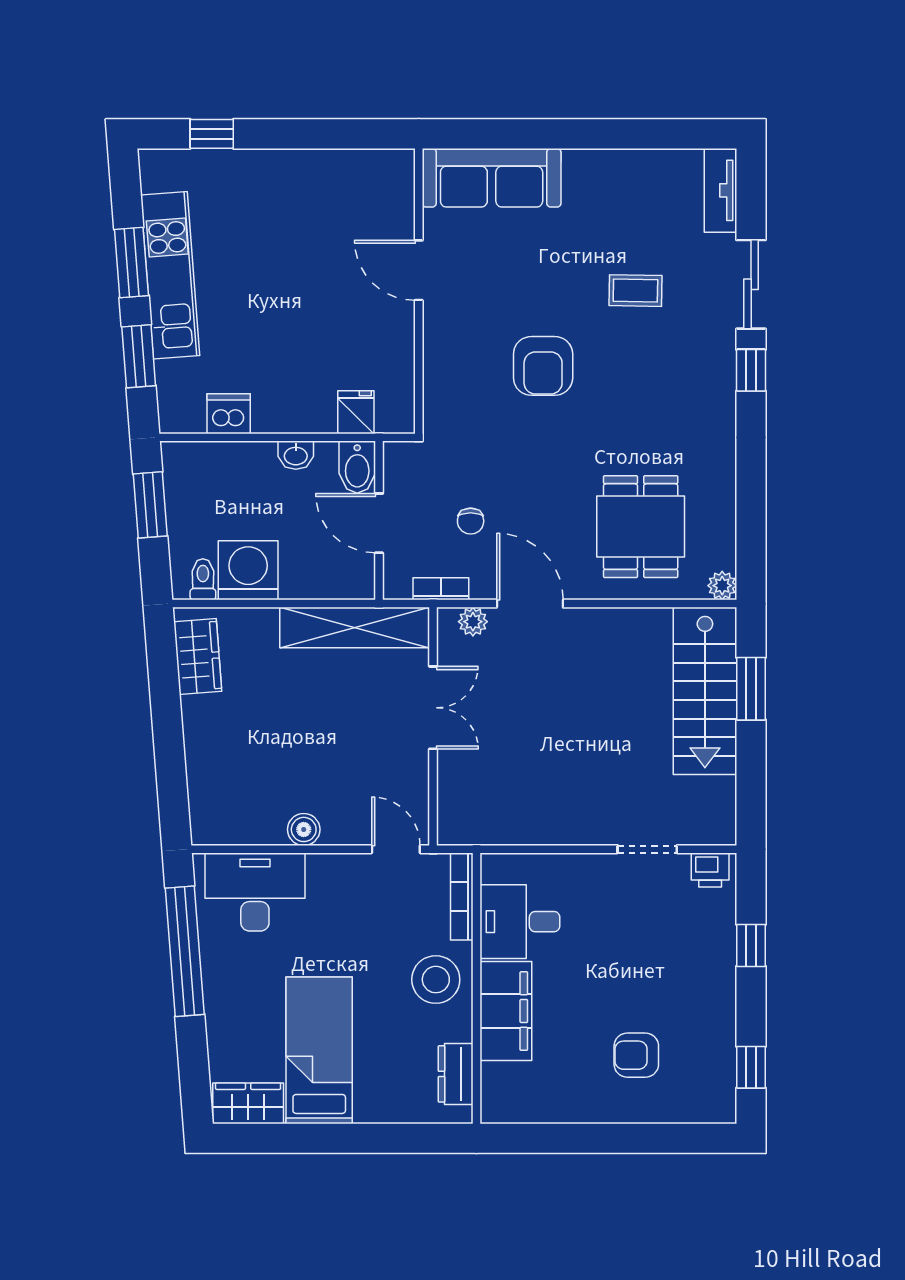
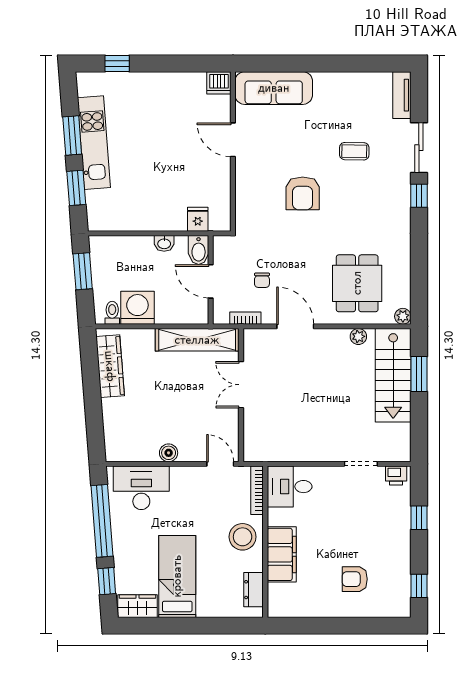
dishwasher: (229, 414) -> (219, 83), moved, turned 180
plant: (473, 622) -> (358, 336), moved
wardrobe: (198, 656) -> (110, 366), width x1.50
double door: (433, 708) -> (241, 385), swing flipped
desk: (520, 922) -> (290, 487), moved
window: (193, 1059) -> (107, 581), added

